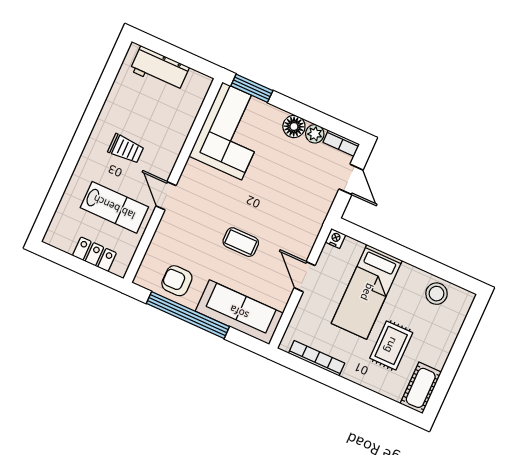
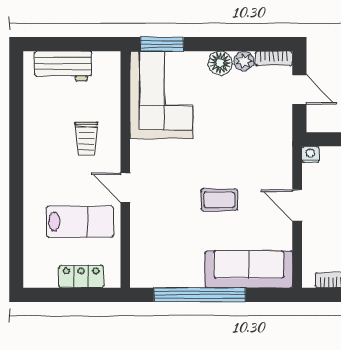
trolley: (126, 149) -> (86, 139), moved, turned 90
armchair: (177, 281) -> (174, 266), removed

